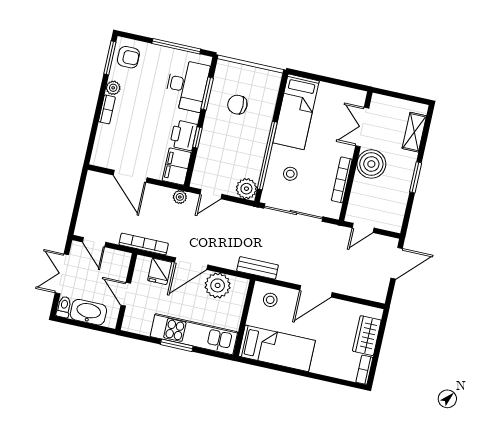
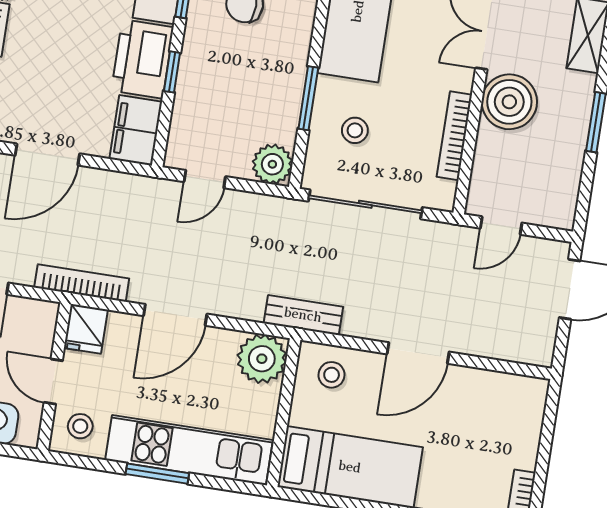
printer: (183, 135) -> (142, 59), width x1.37, depth x1.19
window: (267, 156) -> (308, 98), width x0.47
door: (130, 176) -> (47, 155), hinge flipped
plant: (180, 197) -> (145, 188), removed
fridge: (160, 271) -> (86, 329), moved
plant: (218, 285) -> (262, 359), moved
stool: (138, 318) -> (80, 426), added
wardrobe: (367, 336) -> (521, 432), removed

